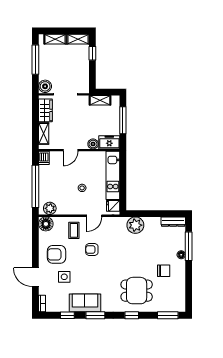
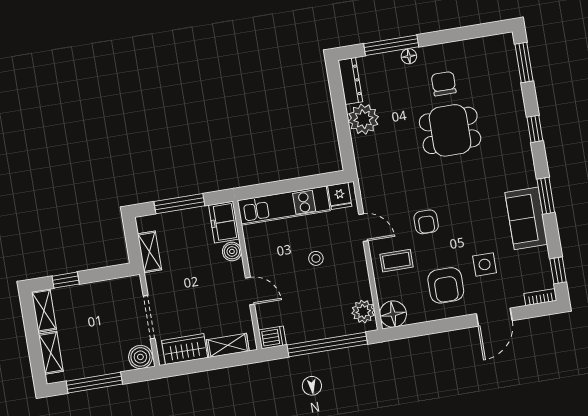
plant: (135, 225) -> (363, 119), moved
dining table: (137, 291) -> (450, 130), moved, turned 90
window: (67, 315) -> (558, 270), moved

